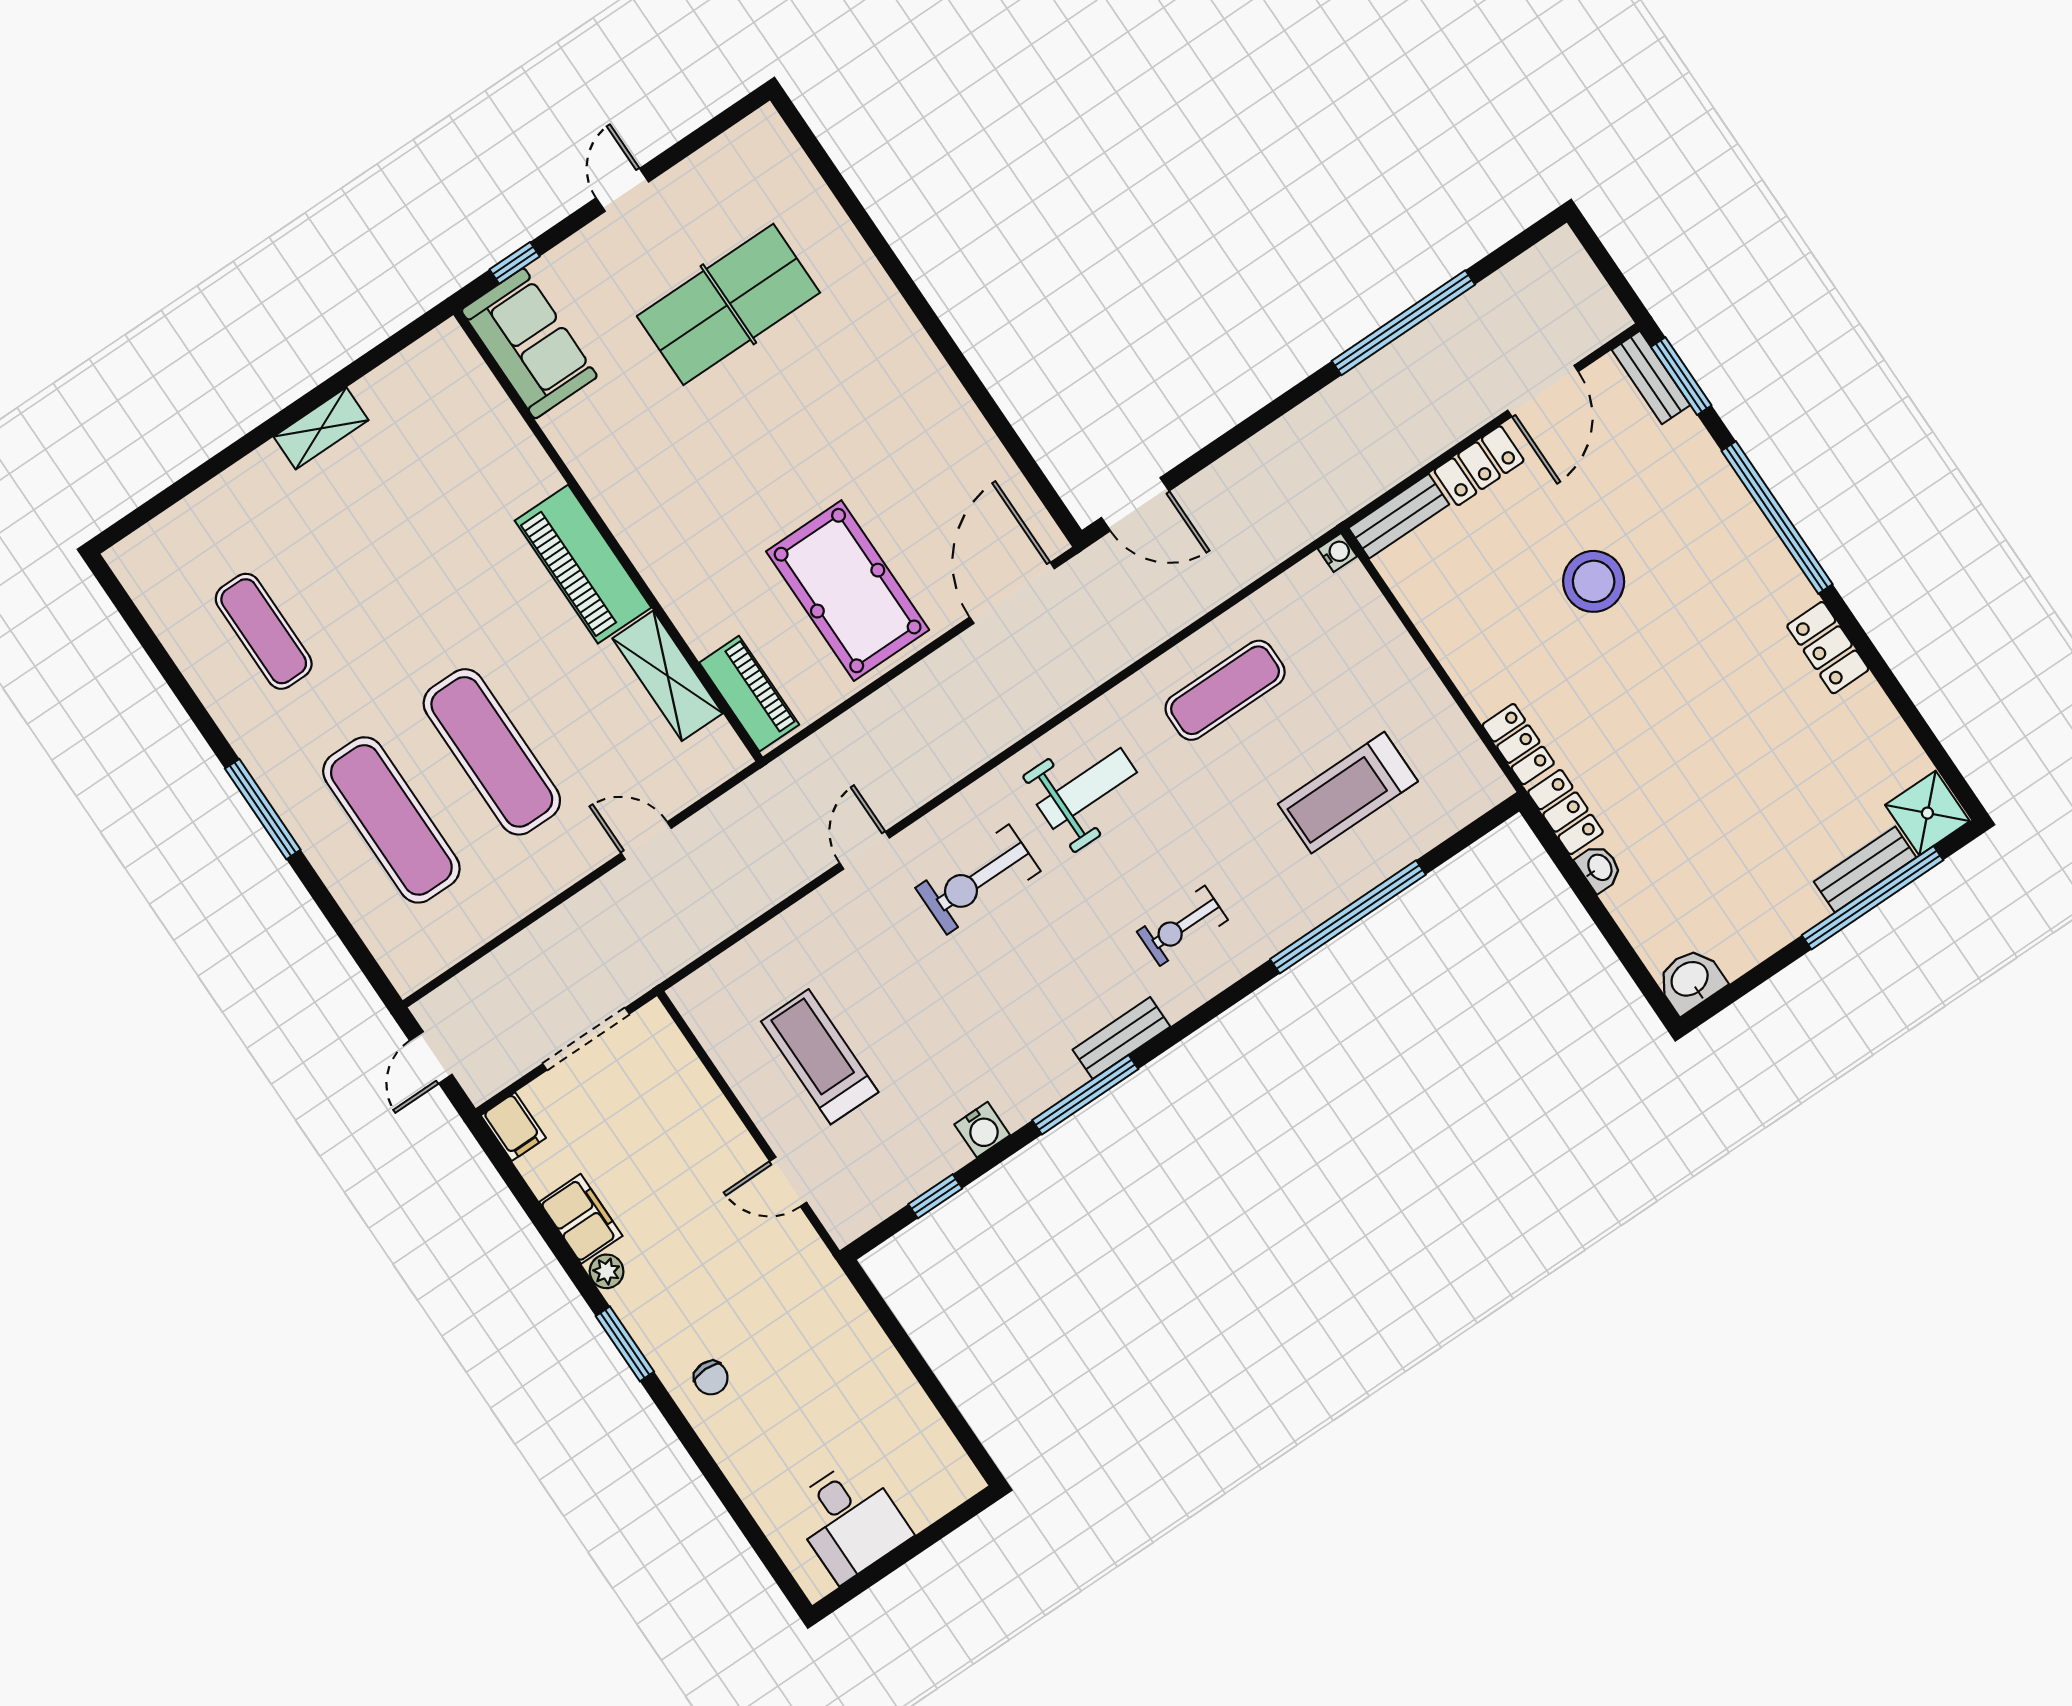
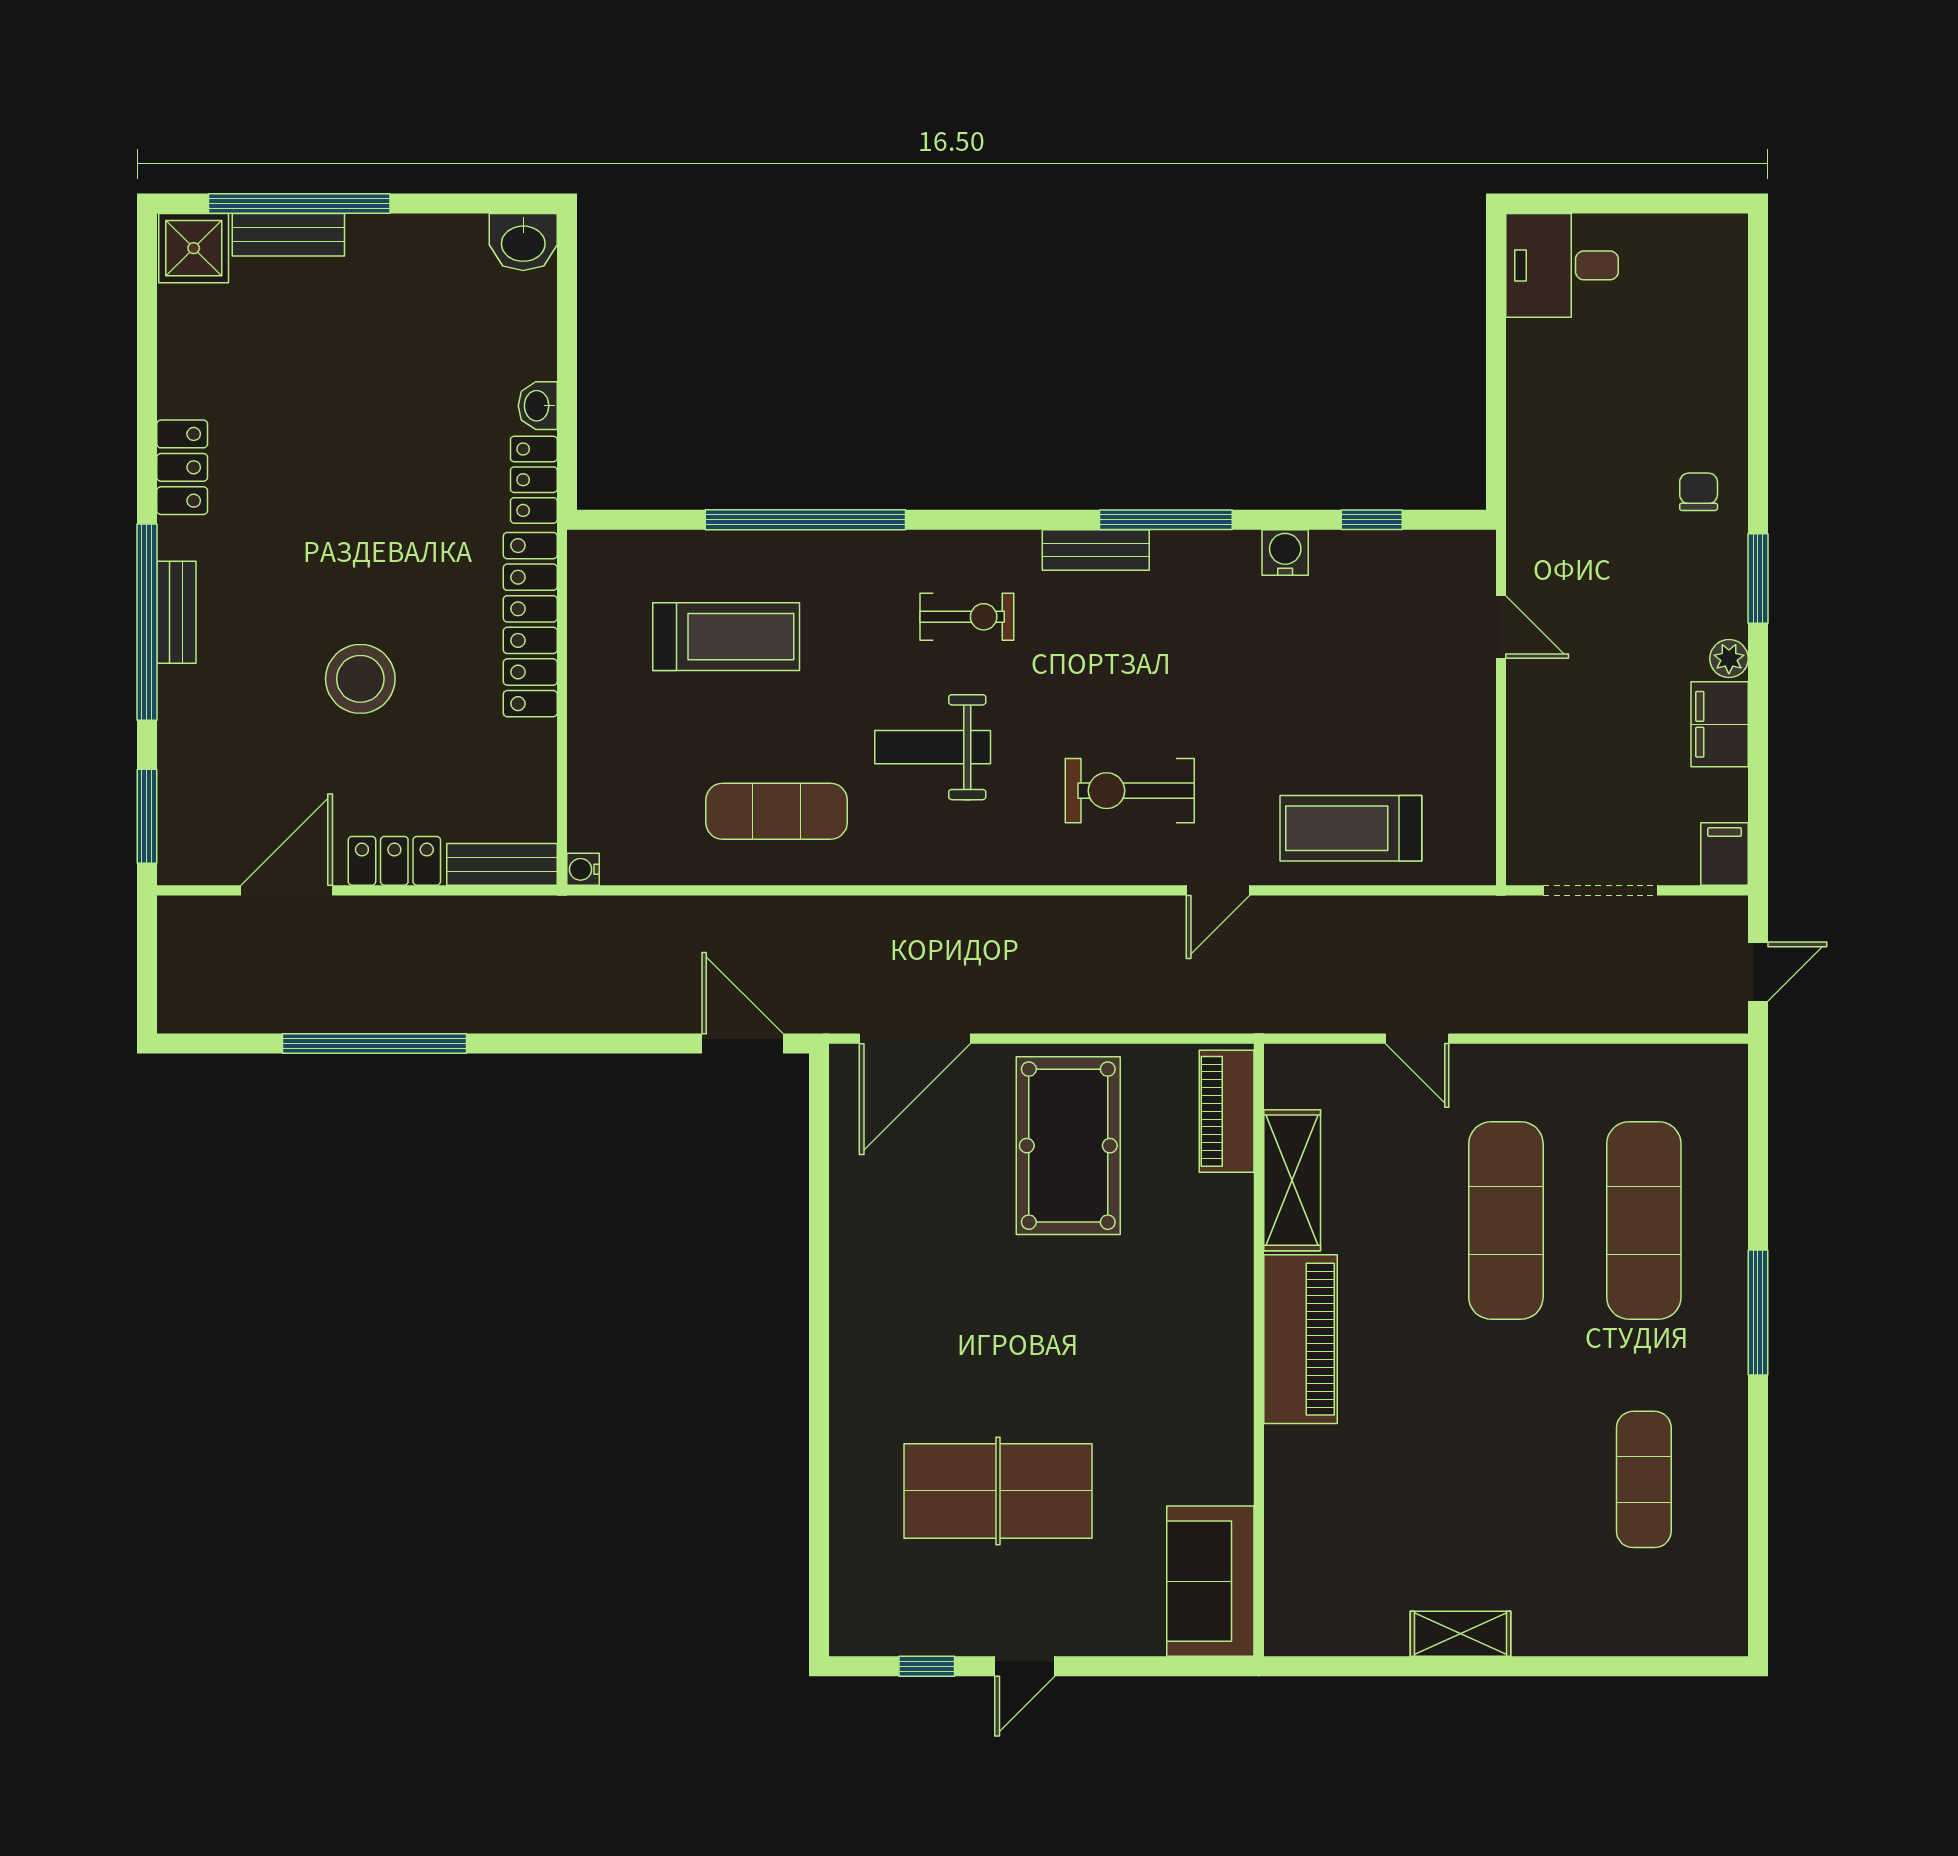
window: (515, 263) -> (927, 1666), moved
bench: (1651, 377) -> (176, 612), moved
locker: (1518, 744) -> (530, 625), width x2.16, depth x1.21
weight bench: (1087, 788) -> (933, 747), moved
exercise bike: (978, 879) -> (1130, 791), turned 180
treadmill: (820, 1057) -> (1351, 828), moved, turned 90
desk: (850, 1520) -> (1562, 265), moved, turned -90

